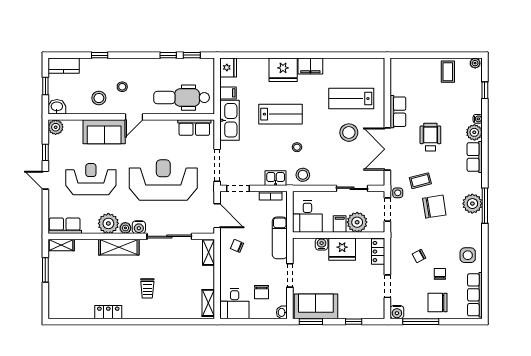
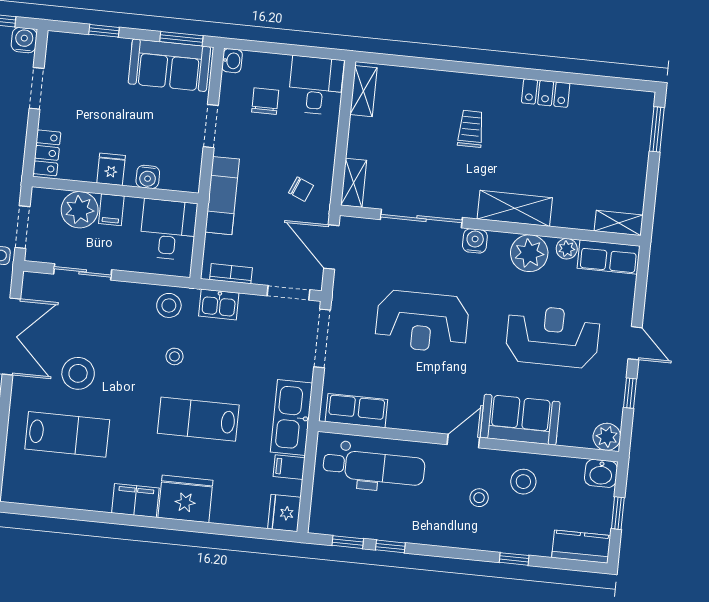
reception desk: (91, 179) -> (553, 336), turned 180
reception desk: (163, 180) -> (422, 322), width x0.74, depth x0.77
plant: (125, 228) -> (567, 249), moved
fridge: (342, 249) -> (111, 169), width x0.53, depth x0.75
window: (45, 270) -> (657, 129), moved

